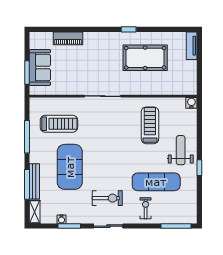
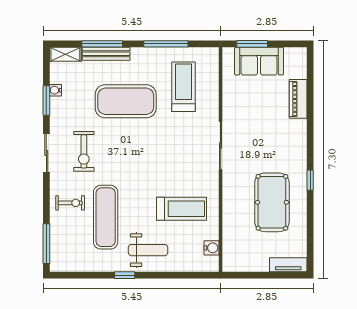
water cooler: (191, 103) -> (212, 248), moved
treadmill: (59, 124) -> (183, 87), turned 180

